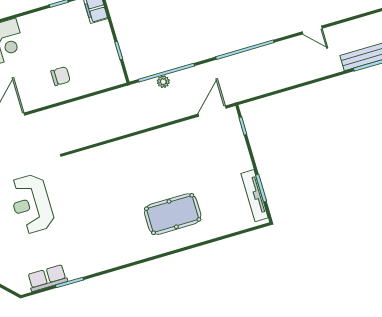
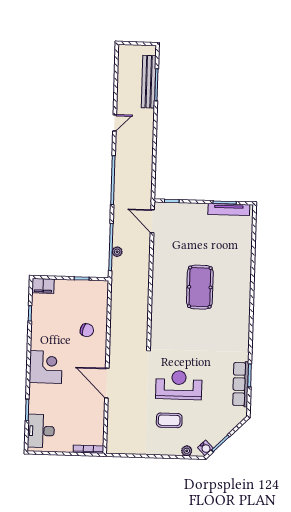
chair: (61, 76) -> (87, 330), turned 105
reception desk: (31, 204) -> (179, 385), turned 180
pool table: (173, 214) -> (200, 287), moved
row of seats: (47, 278) -> (241, 384), width x1.48

